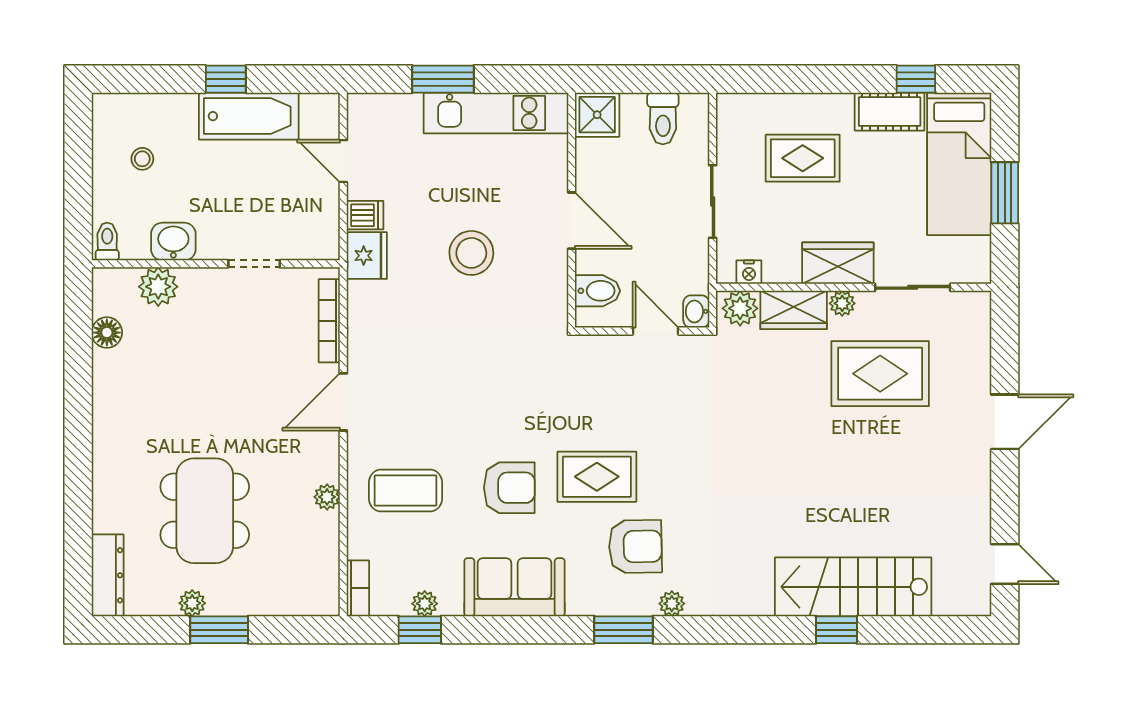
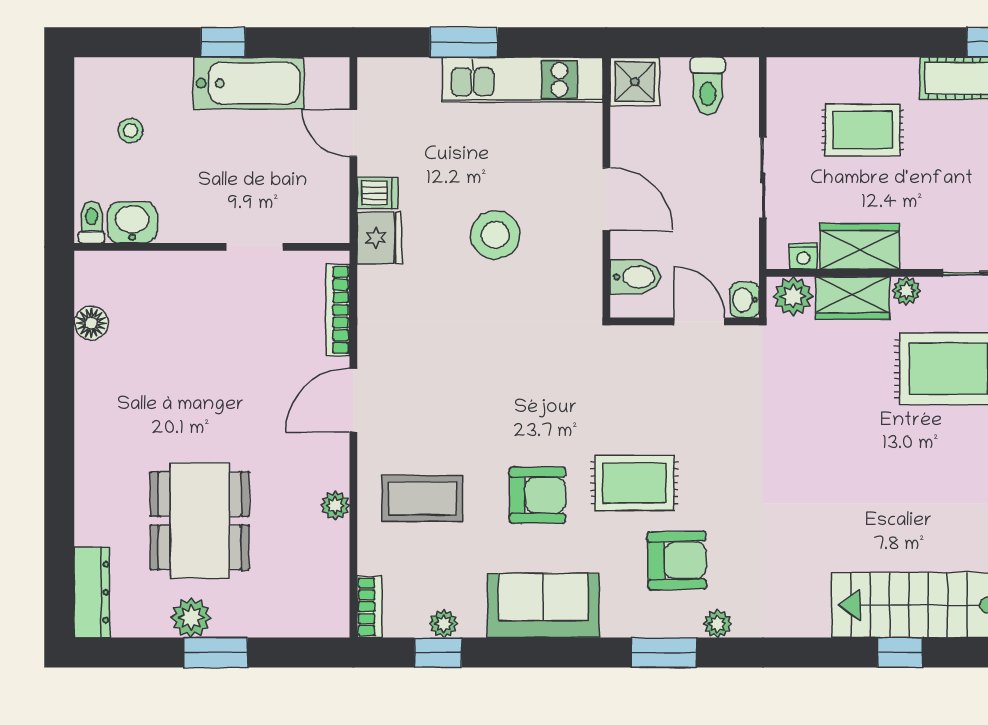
washbasin: (173, 242) -> (132, 222), moved
wardrobe: (838, 263) -> (860, 246), moved
plant: (158, 287) -> (148, 272), removed
plant: (192, 603) -> (191, 618), width x1.38, depth x1.38

